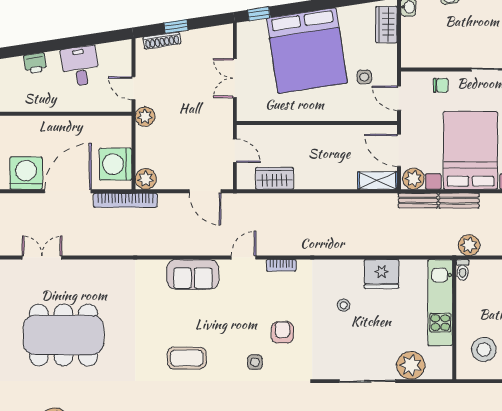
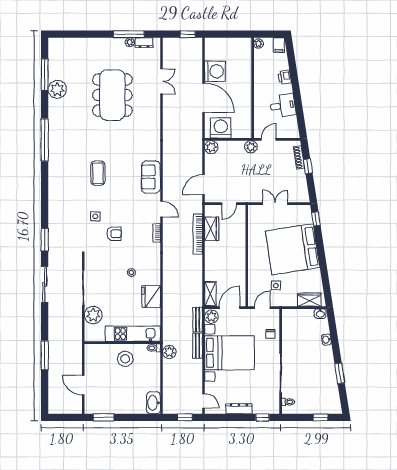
bookcase: (125, 200) -> (198, 234), moved
stool: (484, 349) -> (125, 359), moved

